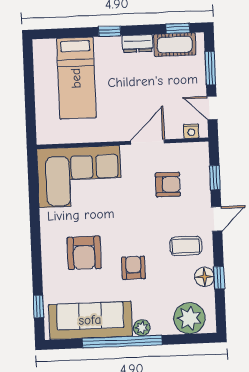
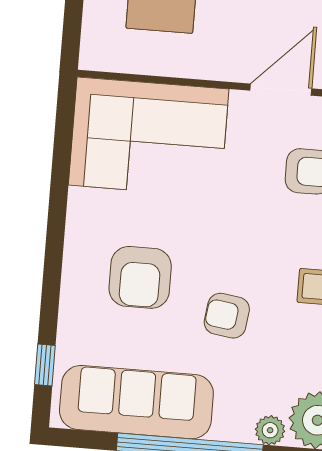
armchair: (133, 268) -> (227, 316), turned -82
plant: (142, 328) -> (270, 430), moved

